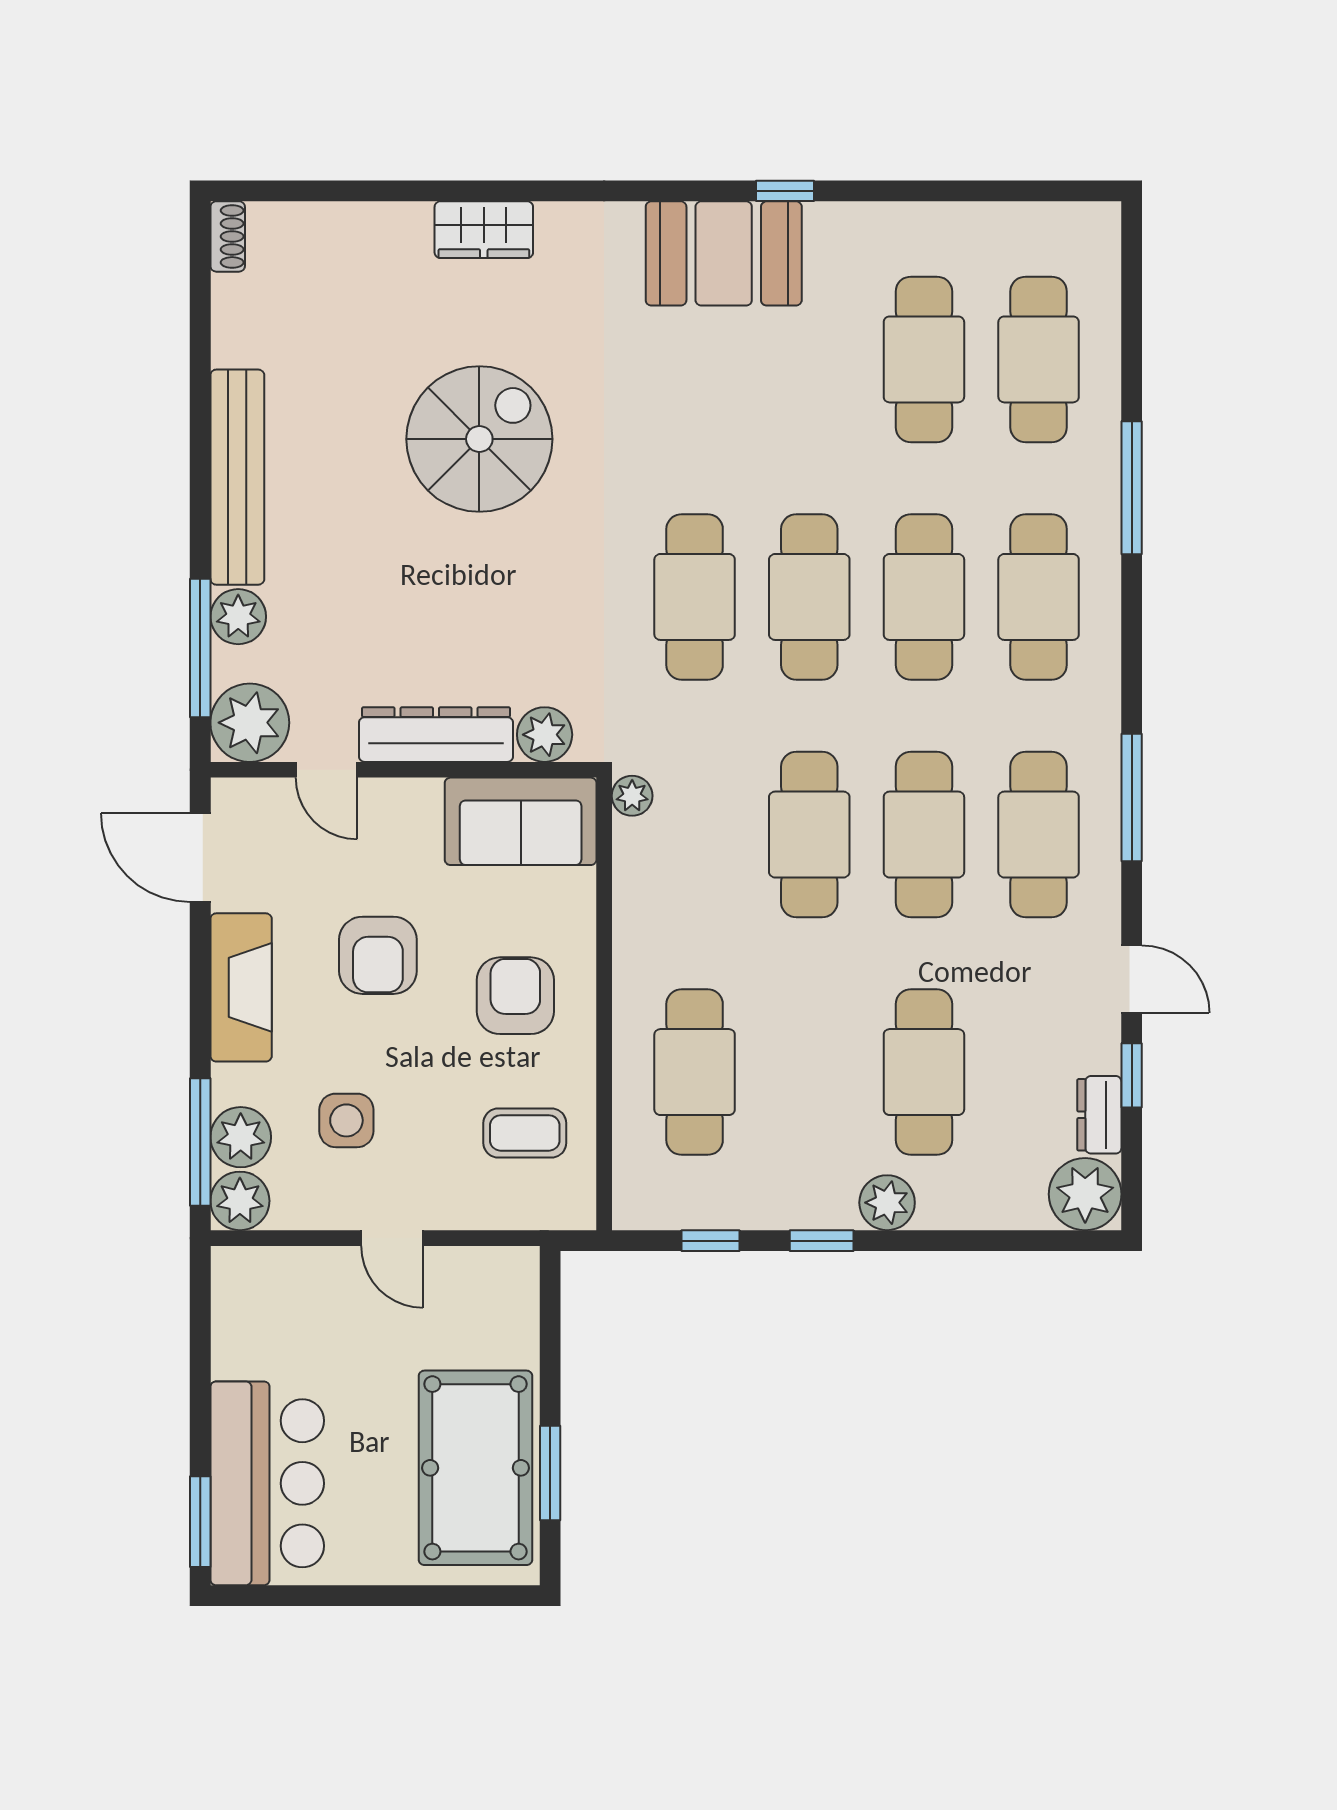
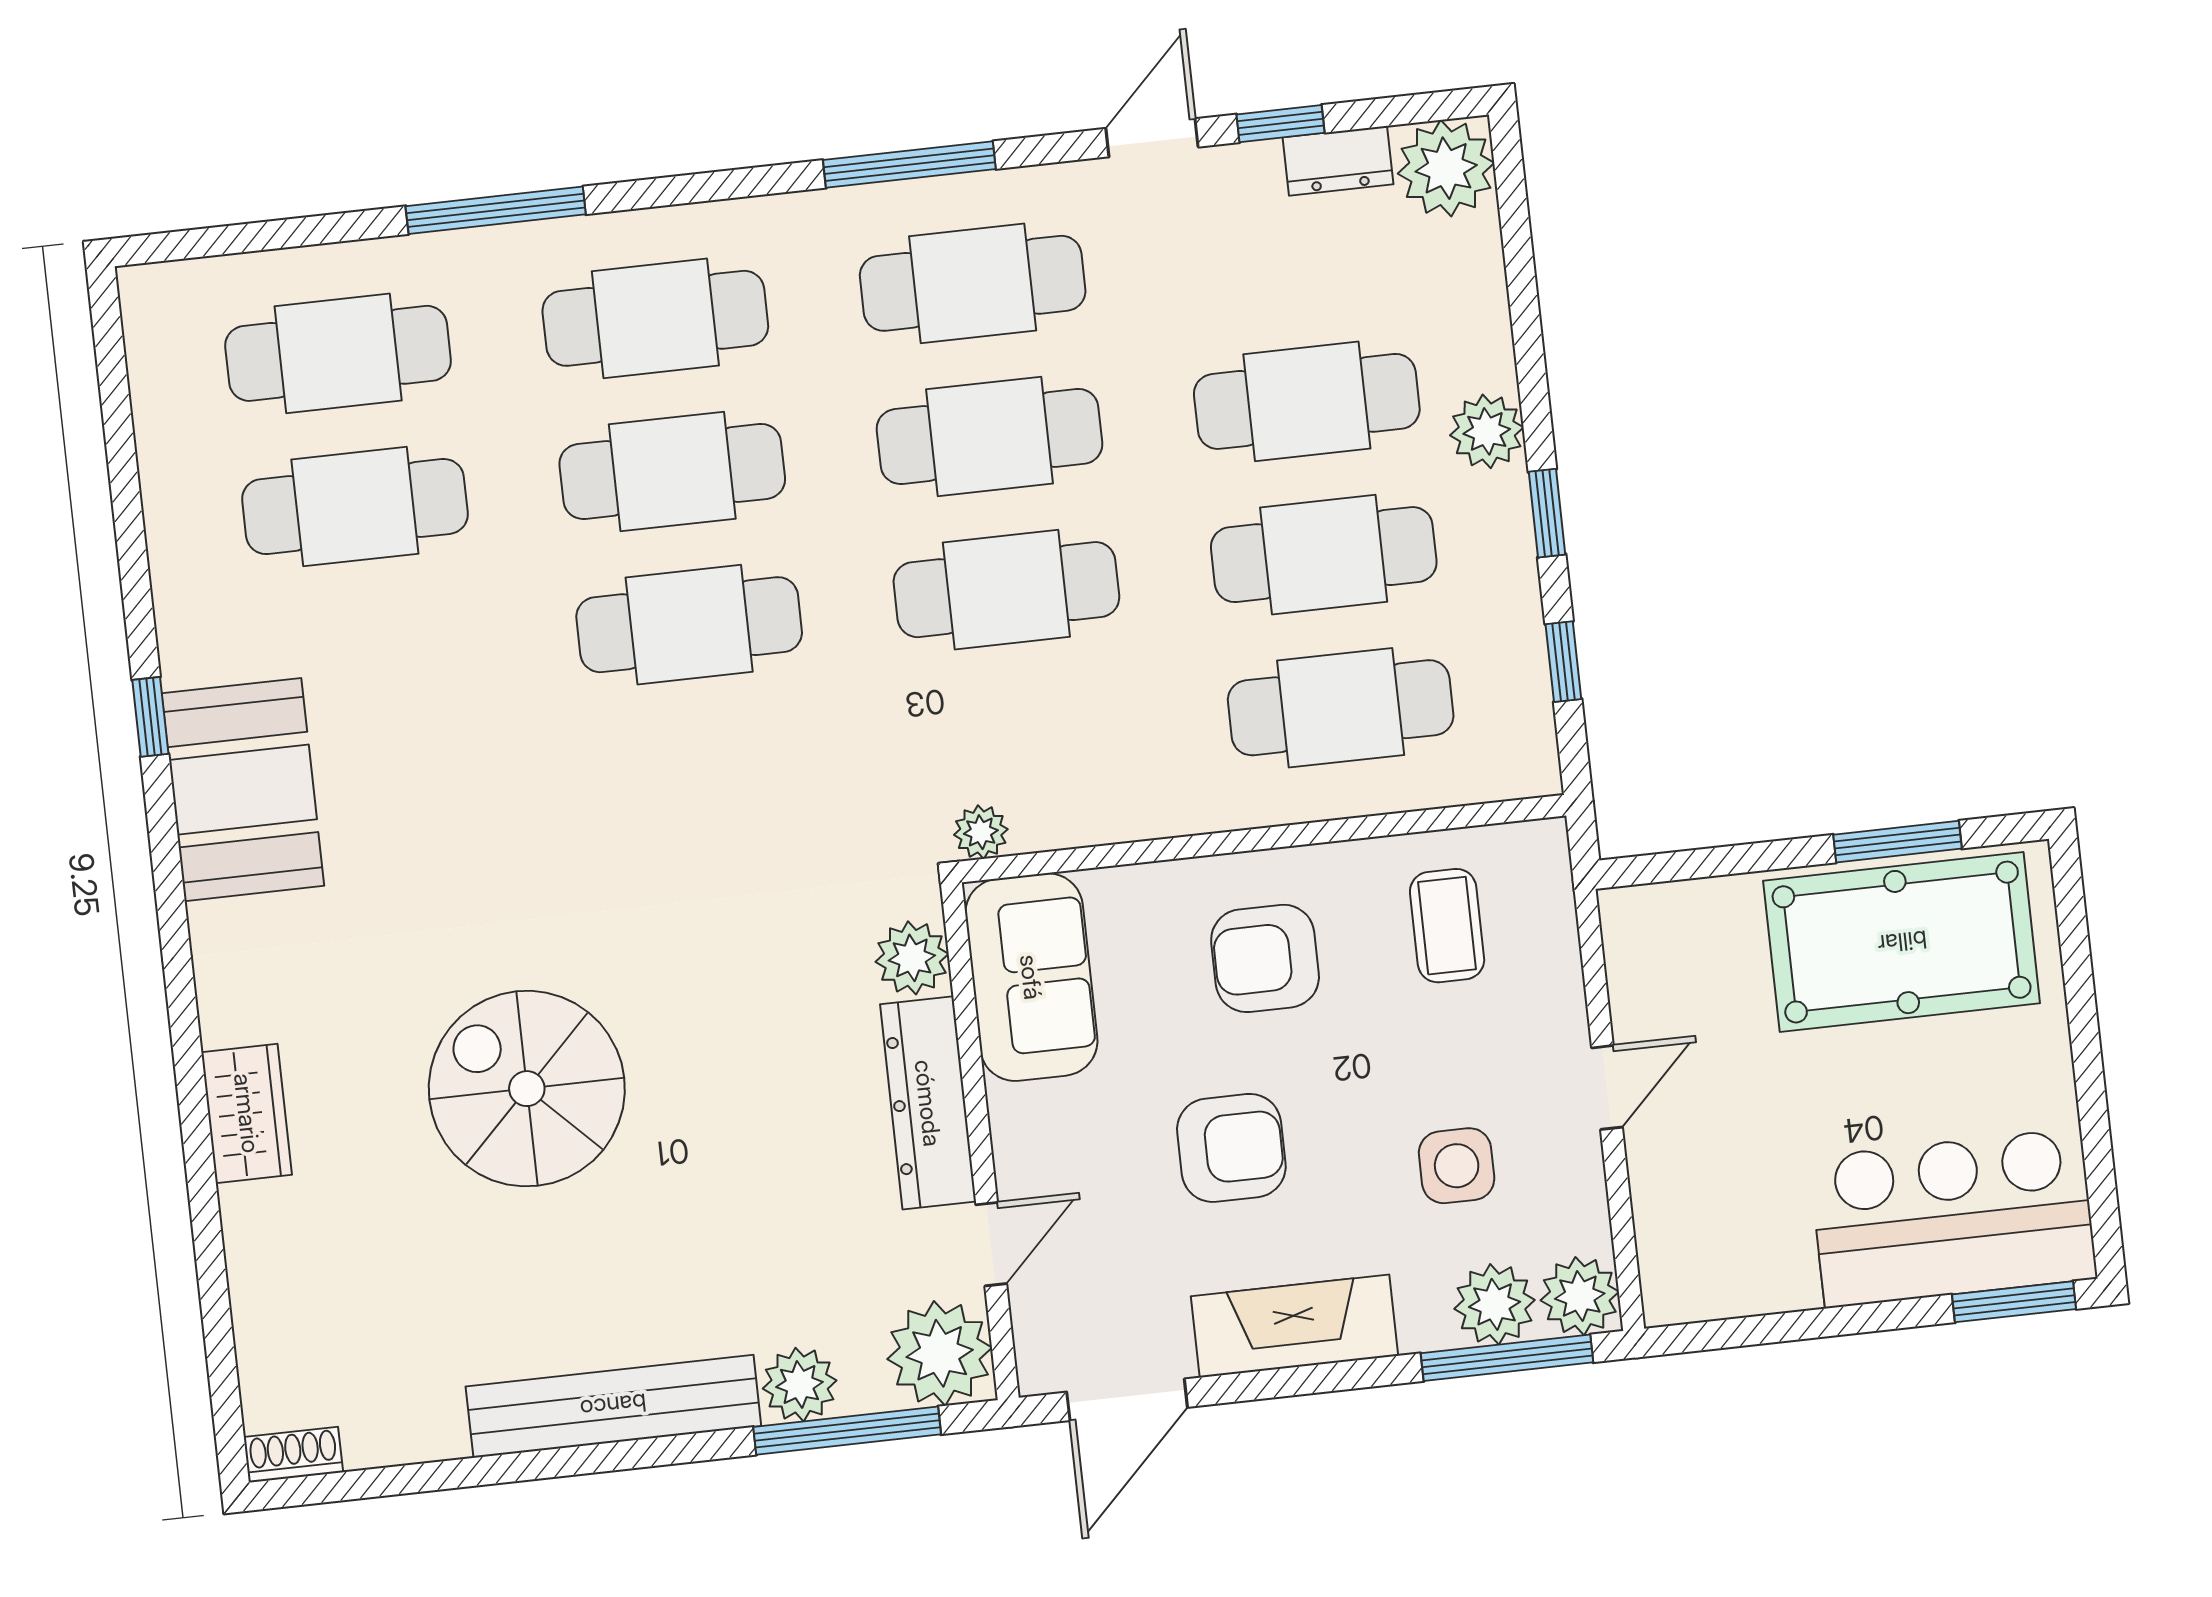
cafe table: (695, 597) -> (1324, 555), moved

